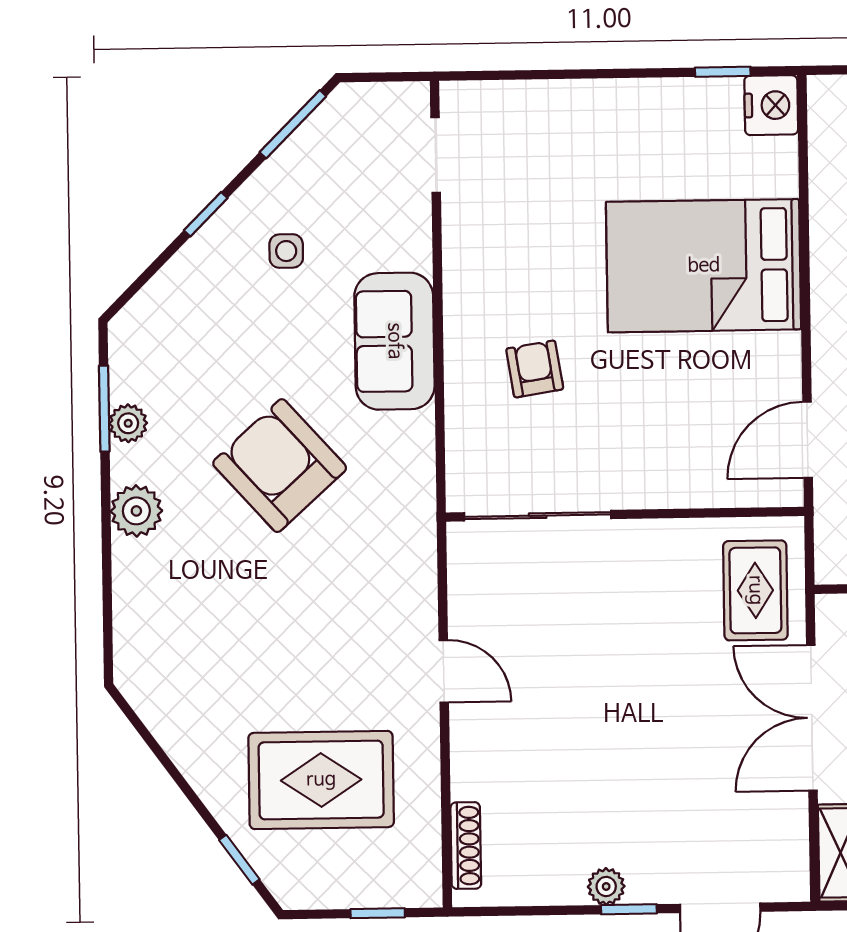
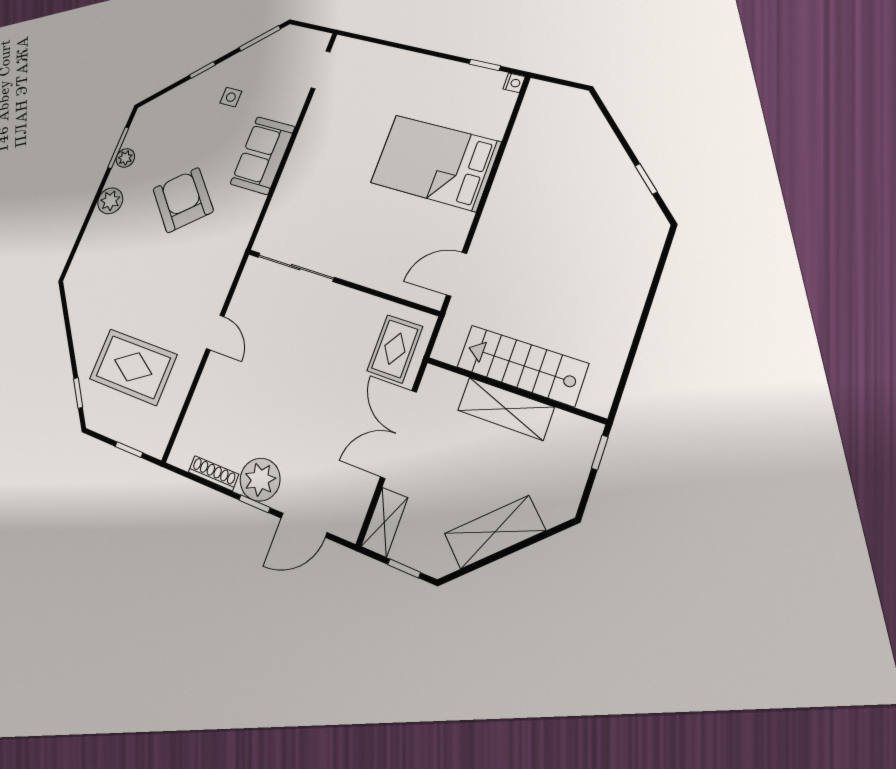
nightstand: (771, 105) -> (514, 83), width x0.53, depth x0.56
armchair: (535, 369) -> (325, 190), removed
shoe rack: (466, 846) -> (213, 473), moved, turned -90
plant: (606, 886) -> (260, 480), width x1.88, depth x1.88

